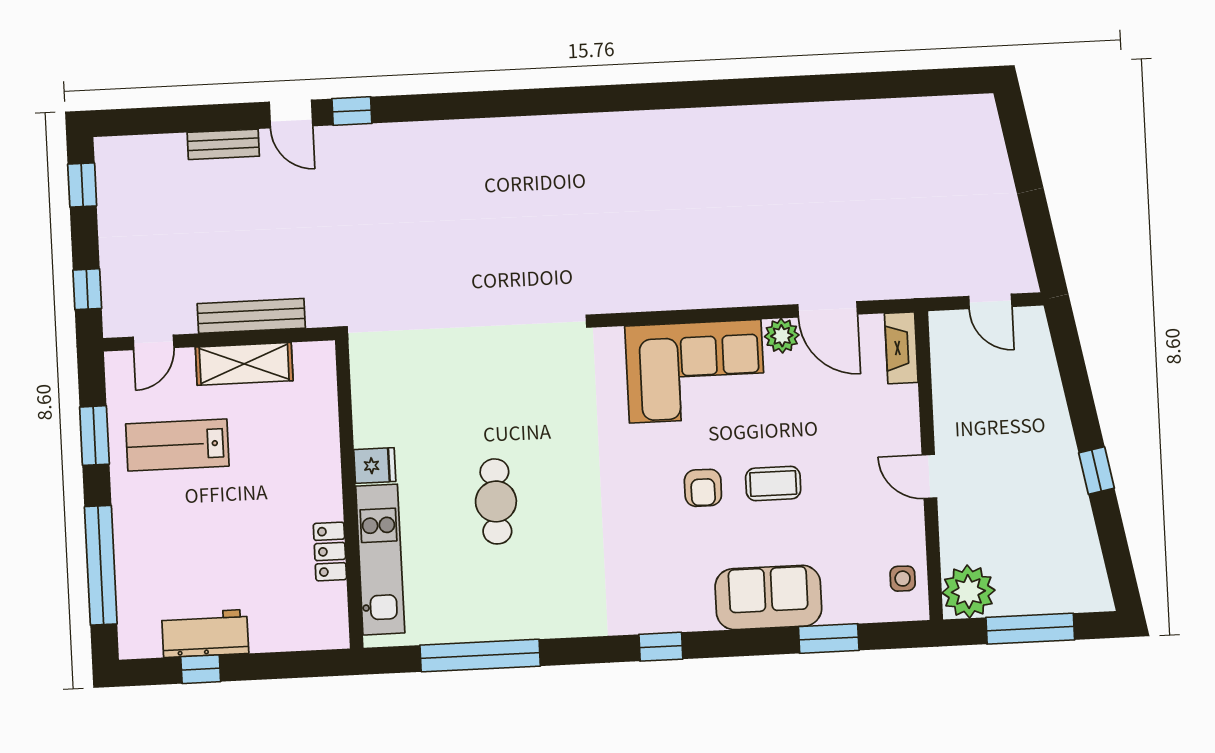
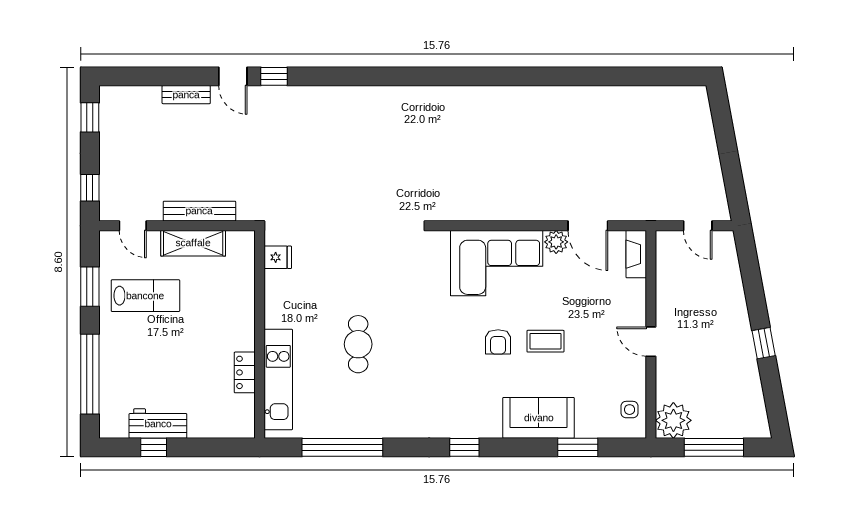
door: (154, 342) -> (133, 226), hinge flipped
lab bench: (177, 445) -> (145, 296), turned 180
fridge: (375, 466) -> (278, 257), moved

